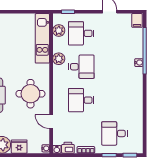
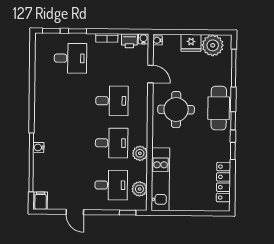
desk: (81, 67) -> (112, 143), turned 180

